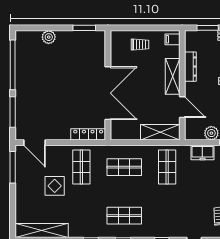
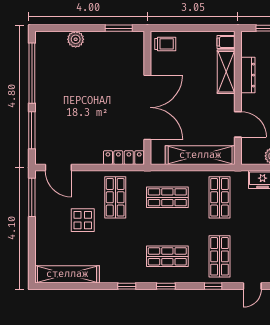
trolley: (140, 44) -> (165, 44), moved
shelving: (173, 76) -> (226, 72), moved
shelving: (160, 132) -> (200, 155), width x1.47
shop shelf: (167, 216) -> (219, 256), added

